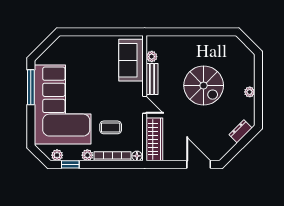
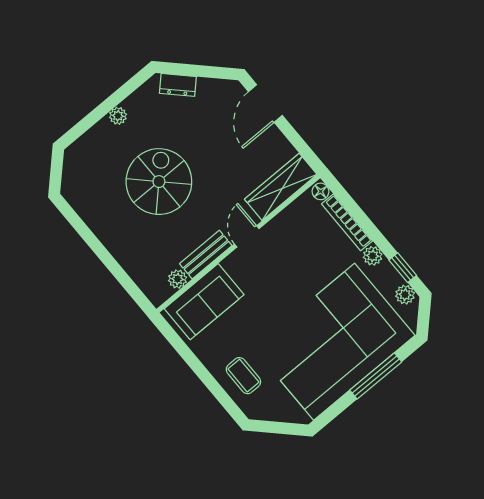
window: (31, 87) -> (376, 376), moved
coffee table: (111, 127) -> (243, 376), moved

